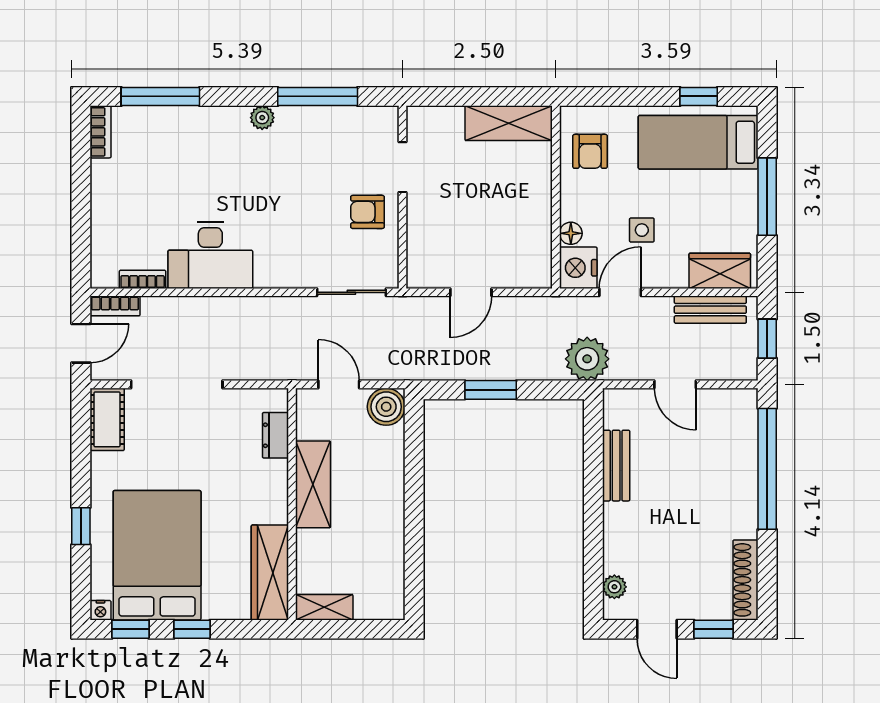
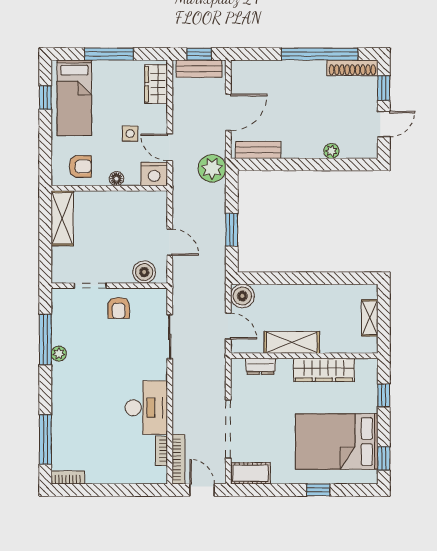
plant: (262, 118) -> (59, 354), moved
floor lamp: (571, 233) -> (116, 179), moved
boiler: (424, 252) -> (144, 272), added
sliding door: (351, 292) -> (170, 337), moved
bookcase: (115, 306) -> (178, 459), width x1.56
bench: (710, 310) -> (199, 69), moved, turned 90
door: (339, 384) -> (228, 326), swing flipped
door: (675, 384) -> (228, 112), width x1.38
bench: (616, 466) -> (258, 150), moved
window: (767, 469) -> (320, 54), moved
wardrobe: (270, 572) -> (324, 370), moved
plant: (614, 587) -> (331, 151), moved
shelving: (324, 607) -> (370, 318), moved
nightstand: (100, 610) -> (372, 477), removed
window: (192, 629) -> (384, 395), moved

